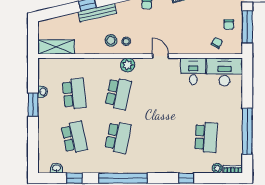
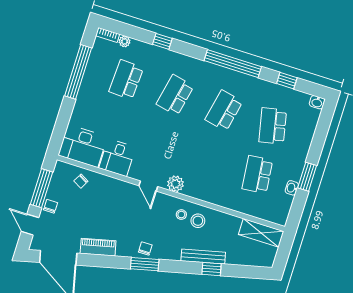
chair: (229, 25) -> (51, 206), moved
plant: (128, 65) -> (175, 184), moved
school desk: (118, 94) -> (175, 95), moved
washbasin: (57, 168) -> (317, 102), moved

